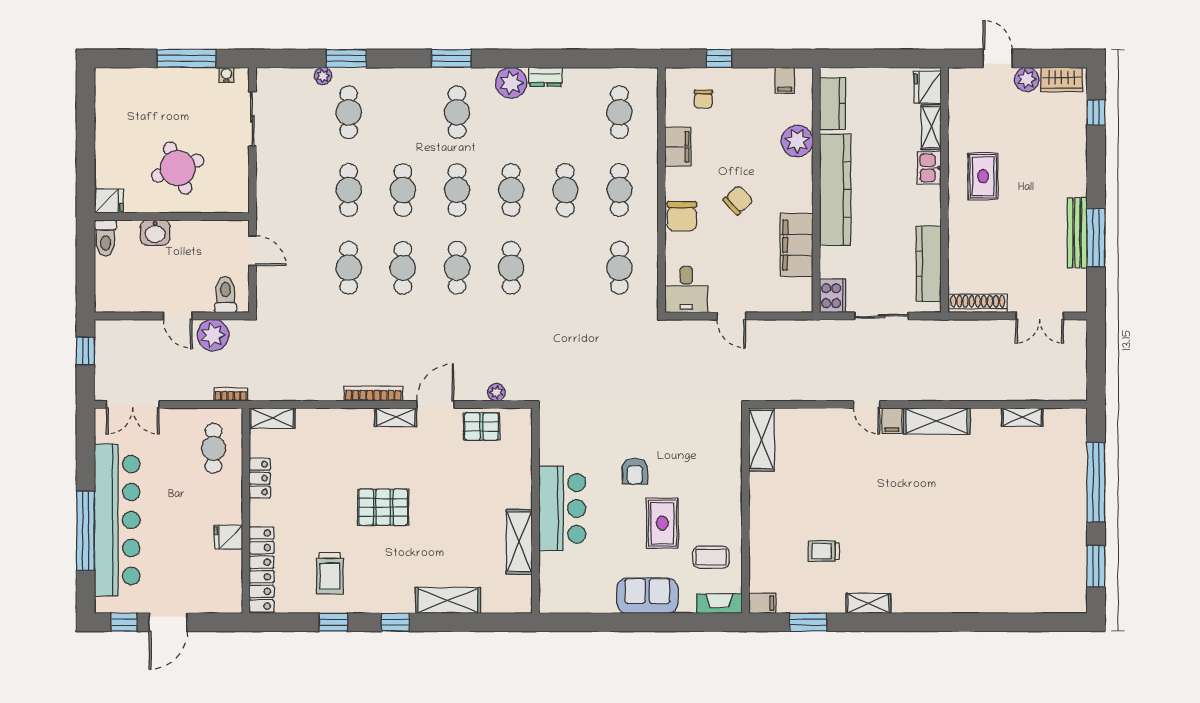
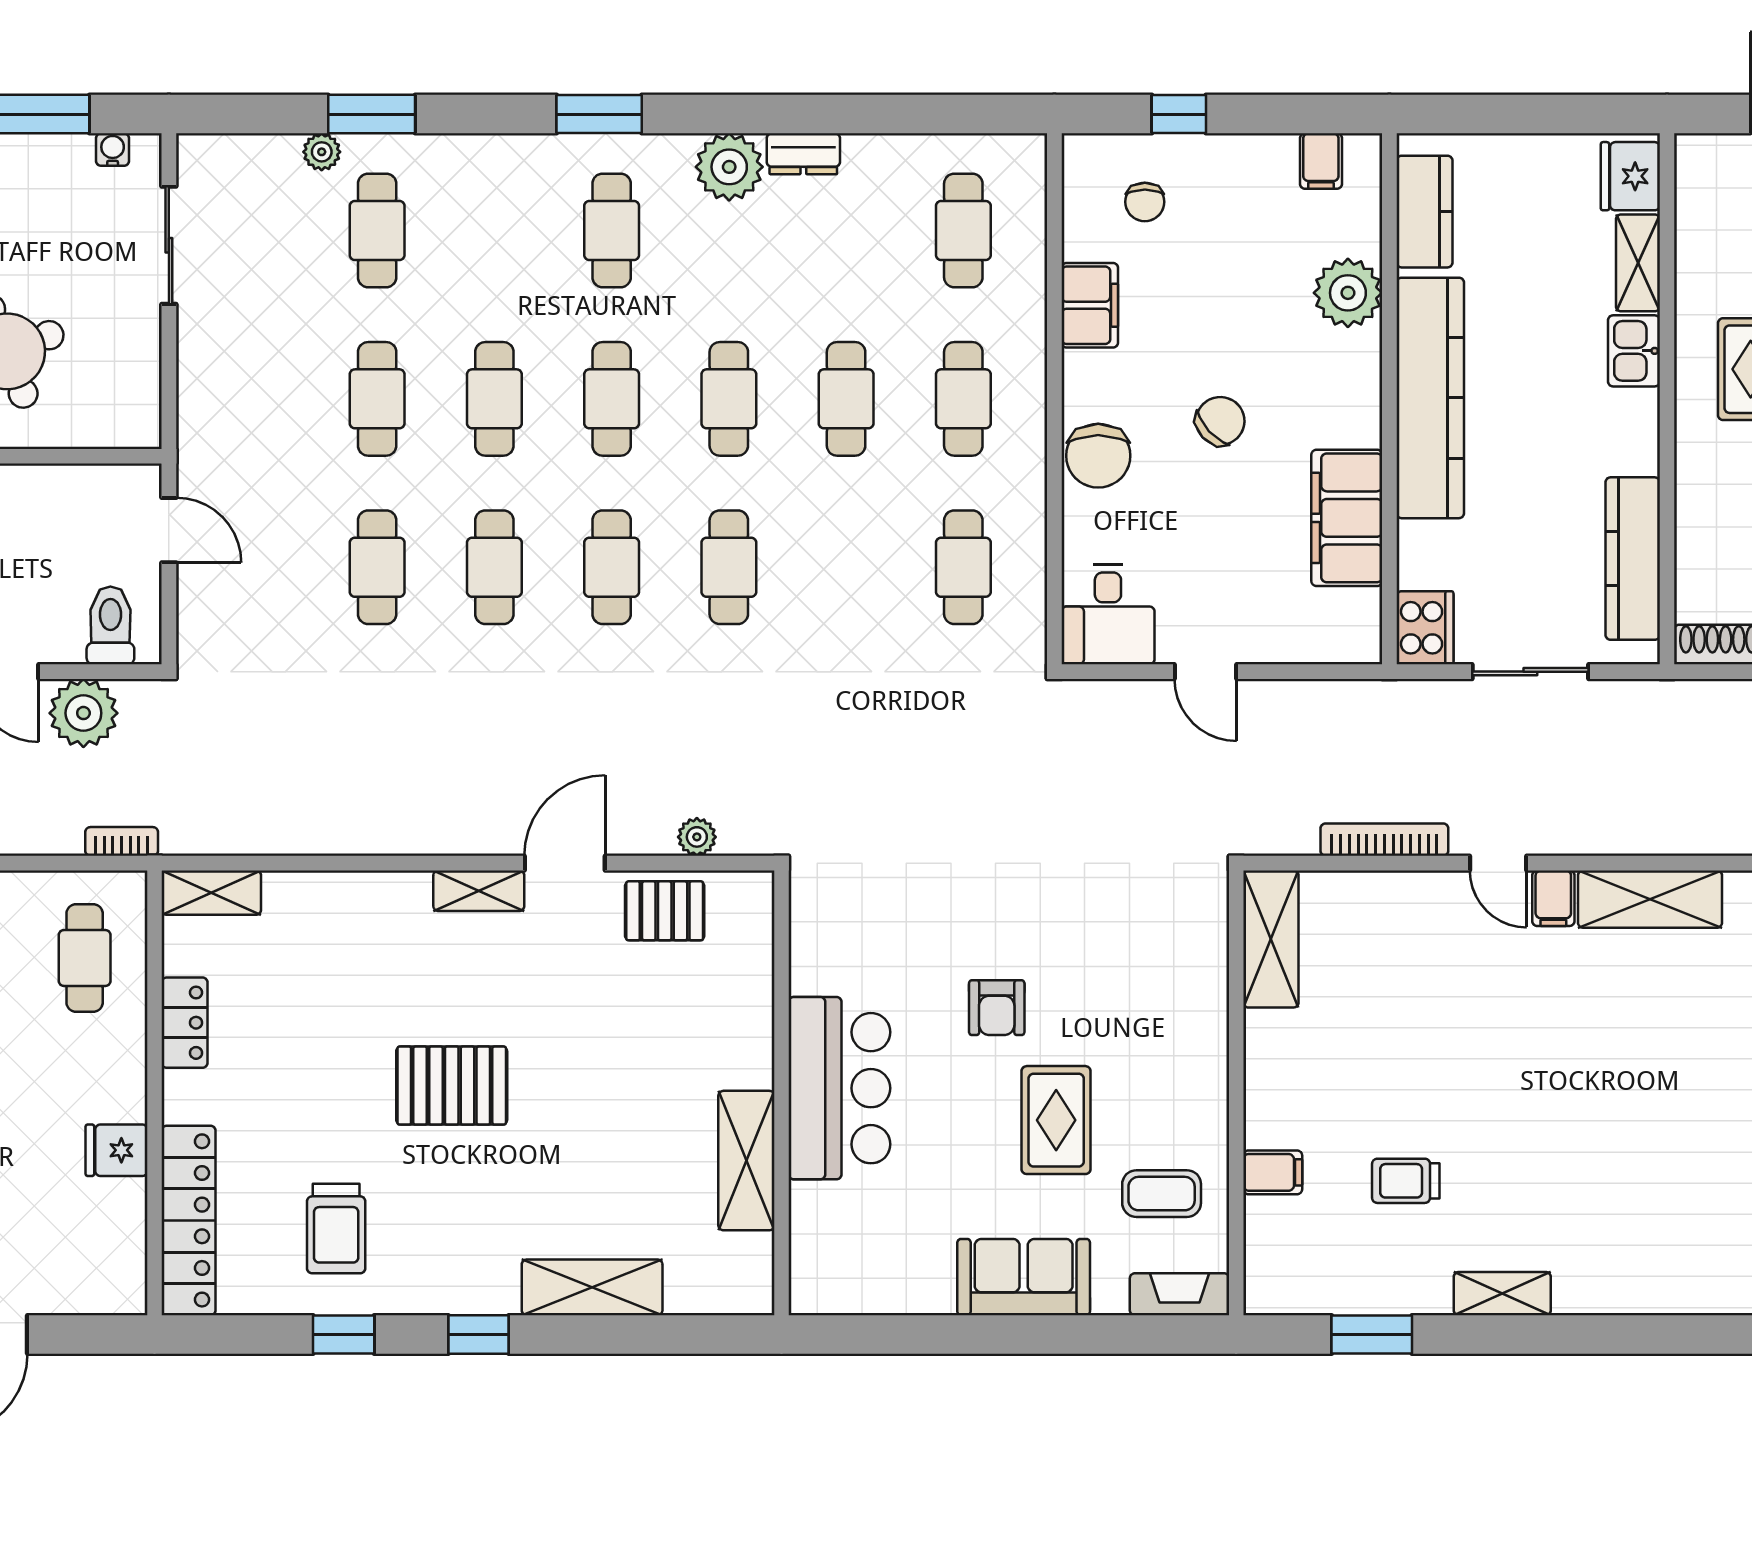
bookcase: (373, 394) -> (1384, 840), moved
filing cabinet: (762, 603) -> (1273, 1172), moved

